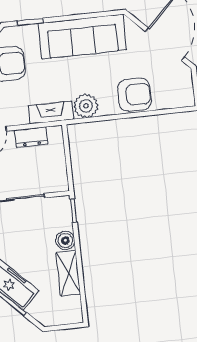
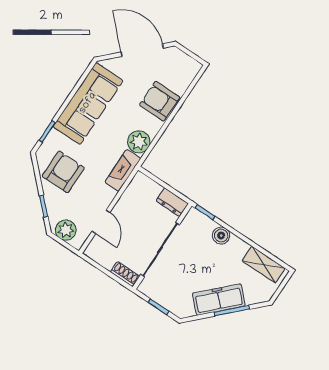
armchair: (134, 95) -> (160, 101), turned -90
dresser: (31, 137) -> (172, 202), moved, turned 90
shelving: (68, 273) -> (264, 265), moved

